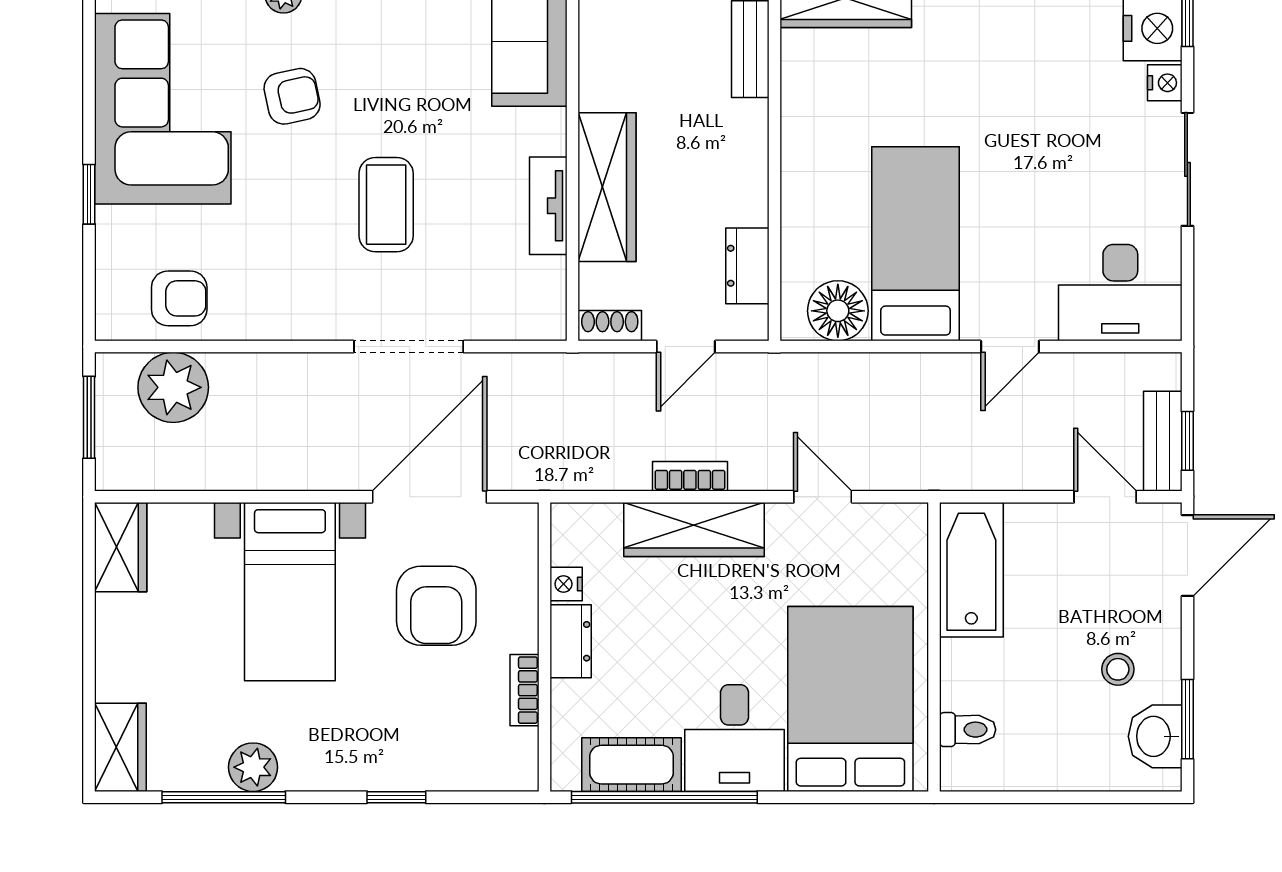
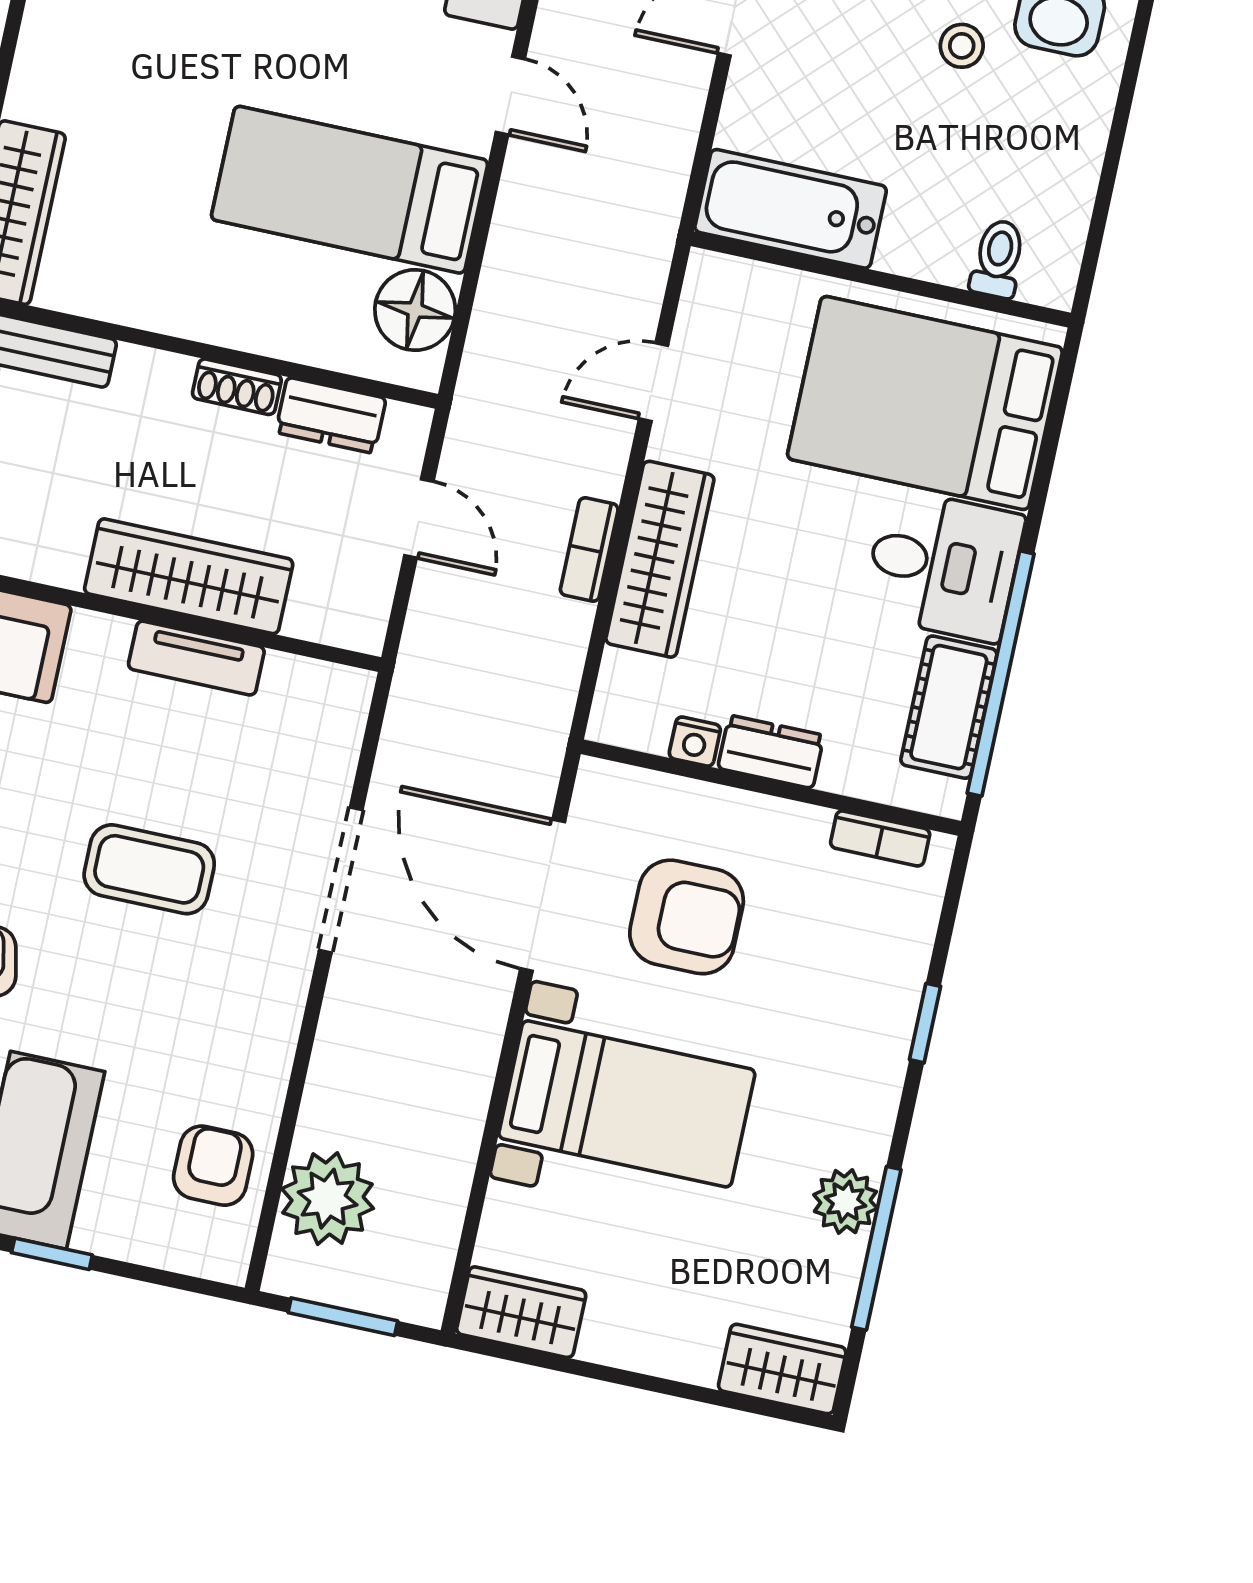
shoe rack: (610, 326) -> (237, 387), moved, turned -90
bookcase: (524, 690) -> (880, 838), moved

